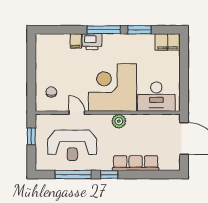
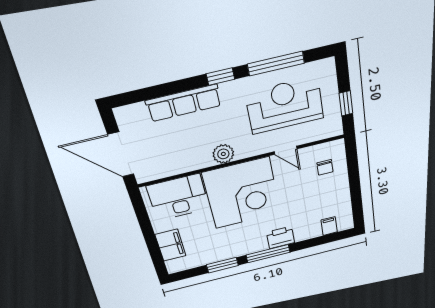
filing cabinet: (76, 41) -> (329, 226), moved
filing cabinet: (168, 42) -> (171, 245), moved, turned 90

